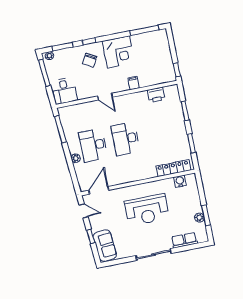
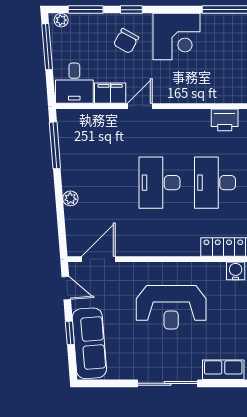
filing cabinet: (133, 83) -> (110, 93), moved, width x2.00
door: (105, 97) -> (140, 106), swing flipped
desk: (93, 145) -> (215, 183), moved
sofa: (105, 246) -> (89, 343), width x1.36

